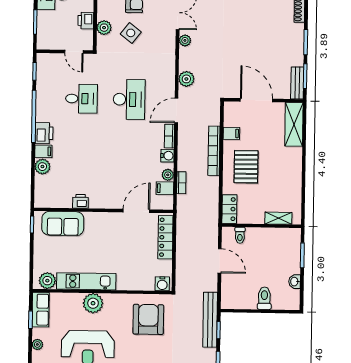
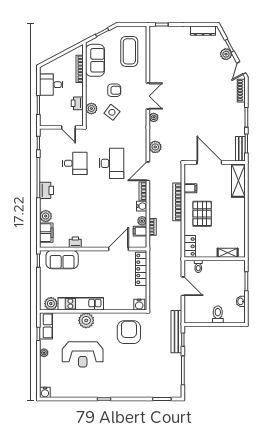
filing cabinet: (43, 151) -> (46, 233), moved, width x2.00

